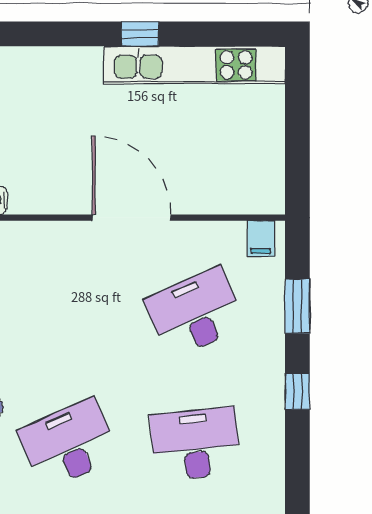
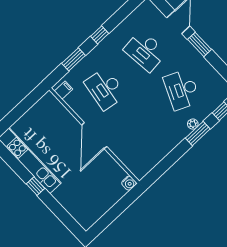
desk: (195, 313) -> (105, 89), turned 33
desk: (69, 444) -> (182, 90), turned 48

